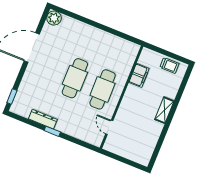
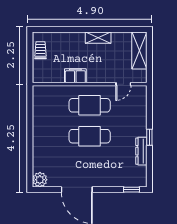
filing cabinet: (139, 75) -> (75, 76), moved
shelving: (164, 110) -> (98, 38), moved
shelving: (133, 154) -> (139, 51), added

